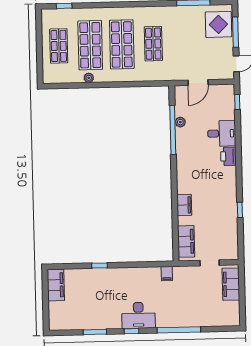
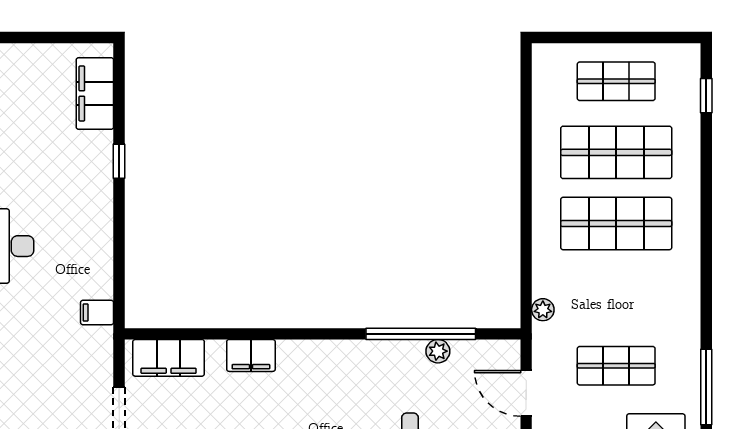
shop shelf: (153, 44) -> (616, 366), moved
plant: (89, 78) -> (543, 310), moved
filing cabinet: (56, 285) -> (95, 94), moved, turned 90

